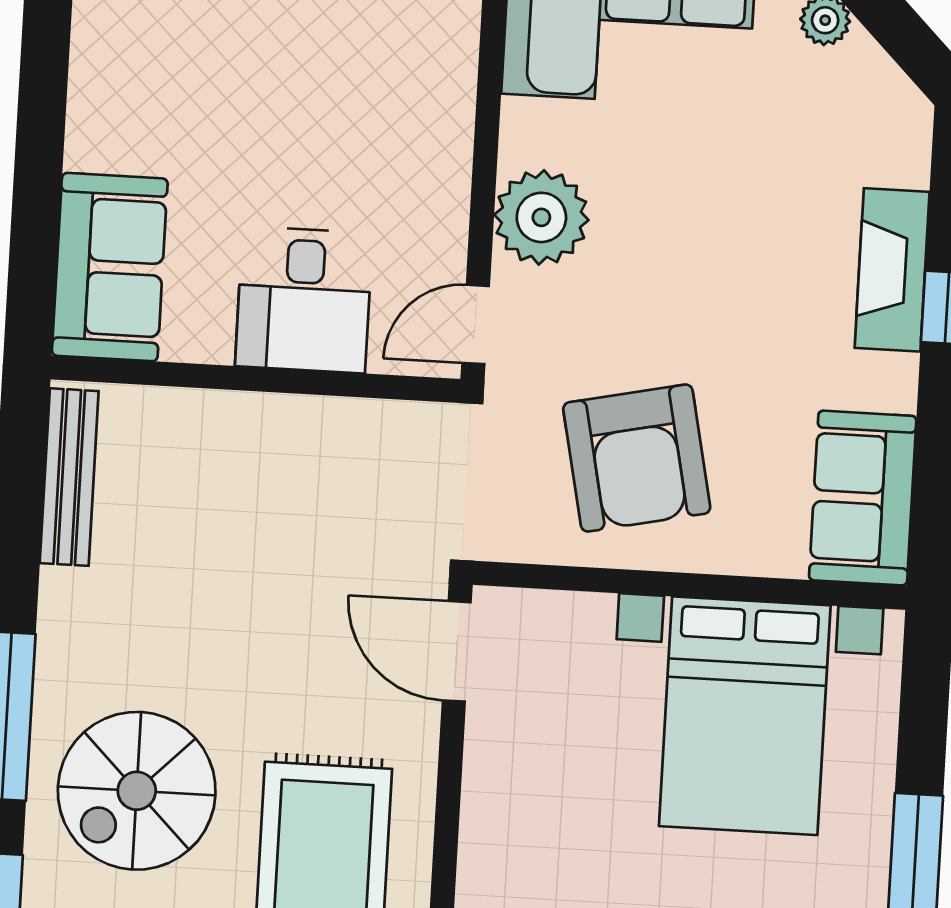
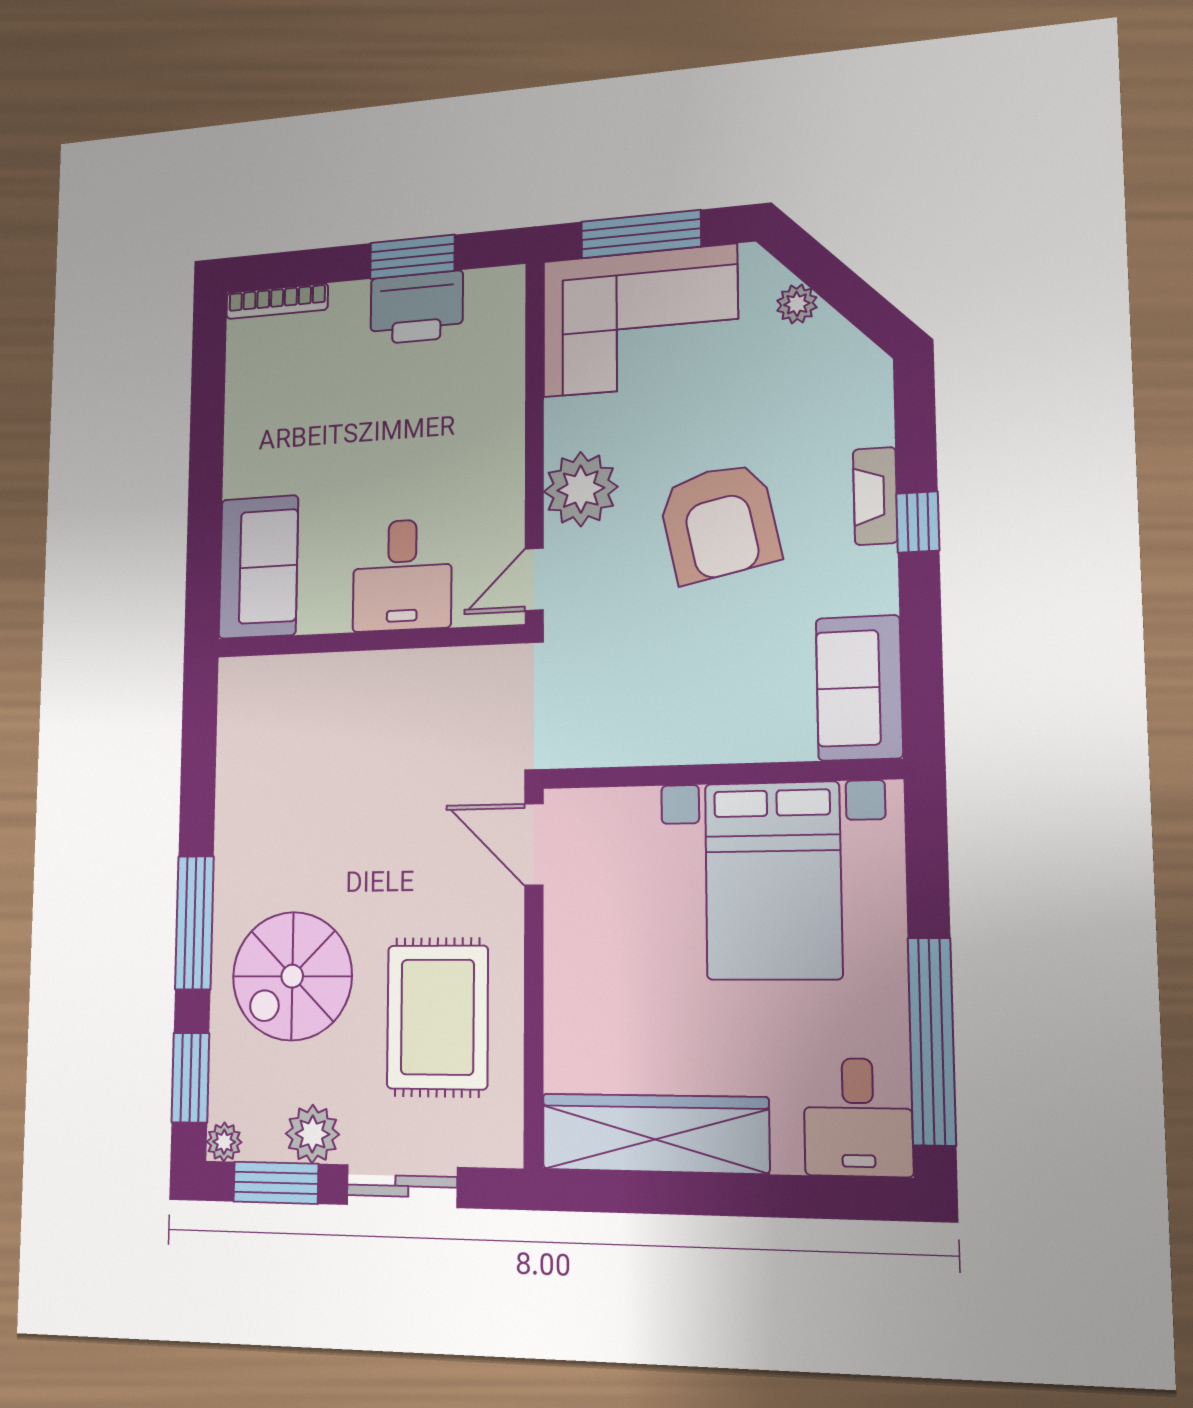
fireplace: (892, 270) -> (875, 496), width x0.73, depth x0.76
armchair: (637, 458) -> (719, 522), moved
bench: (69, 477) -> (234, 731), removed

